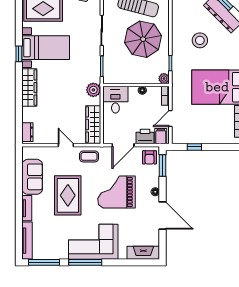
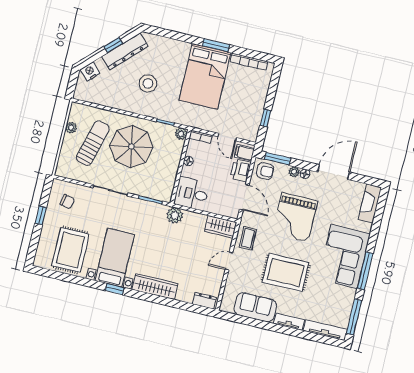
wardrobe: (93, 125) -> (220, 227), width x0.67
plant: (155, 182) -> (294, 172), added

